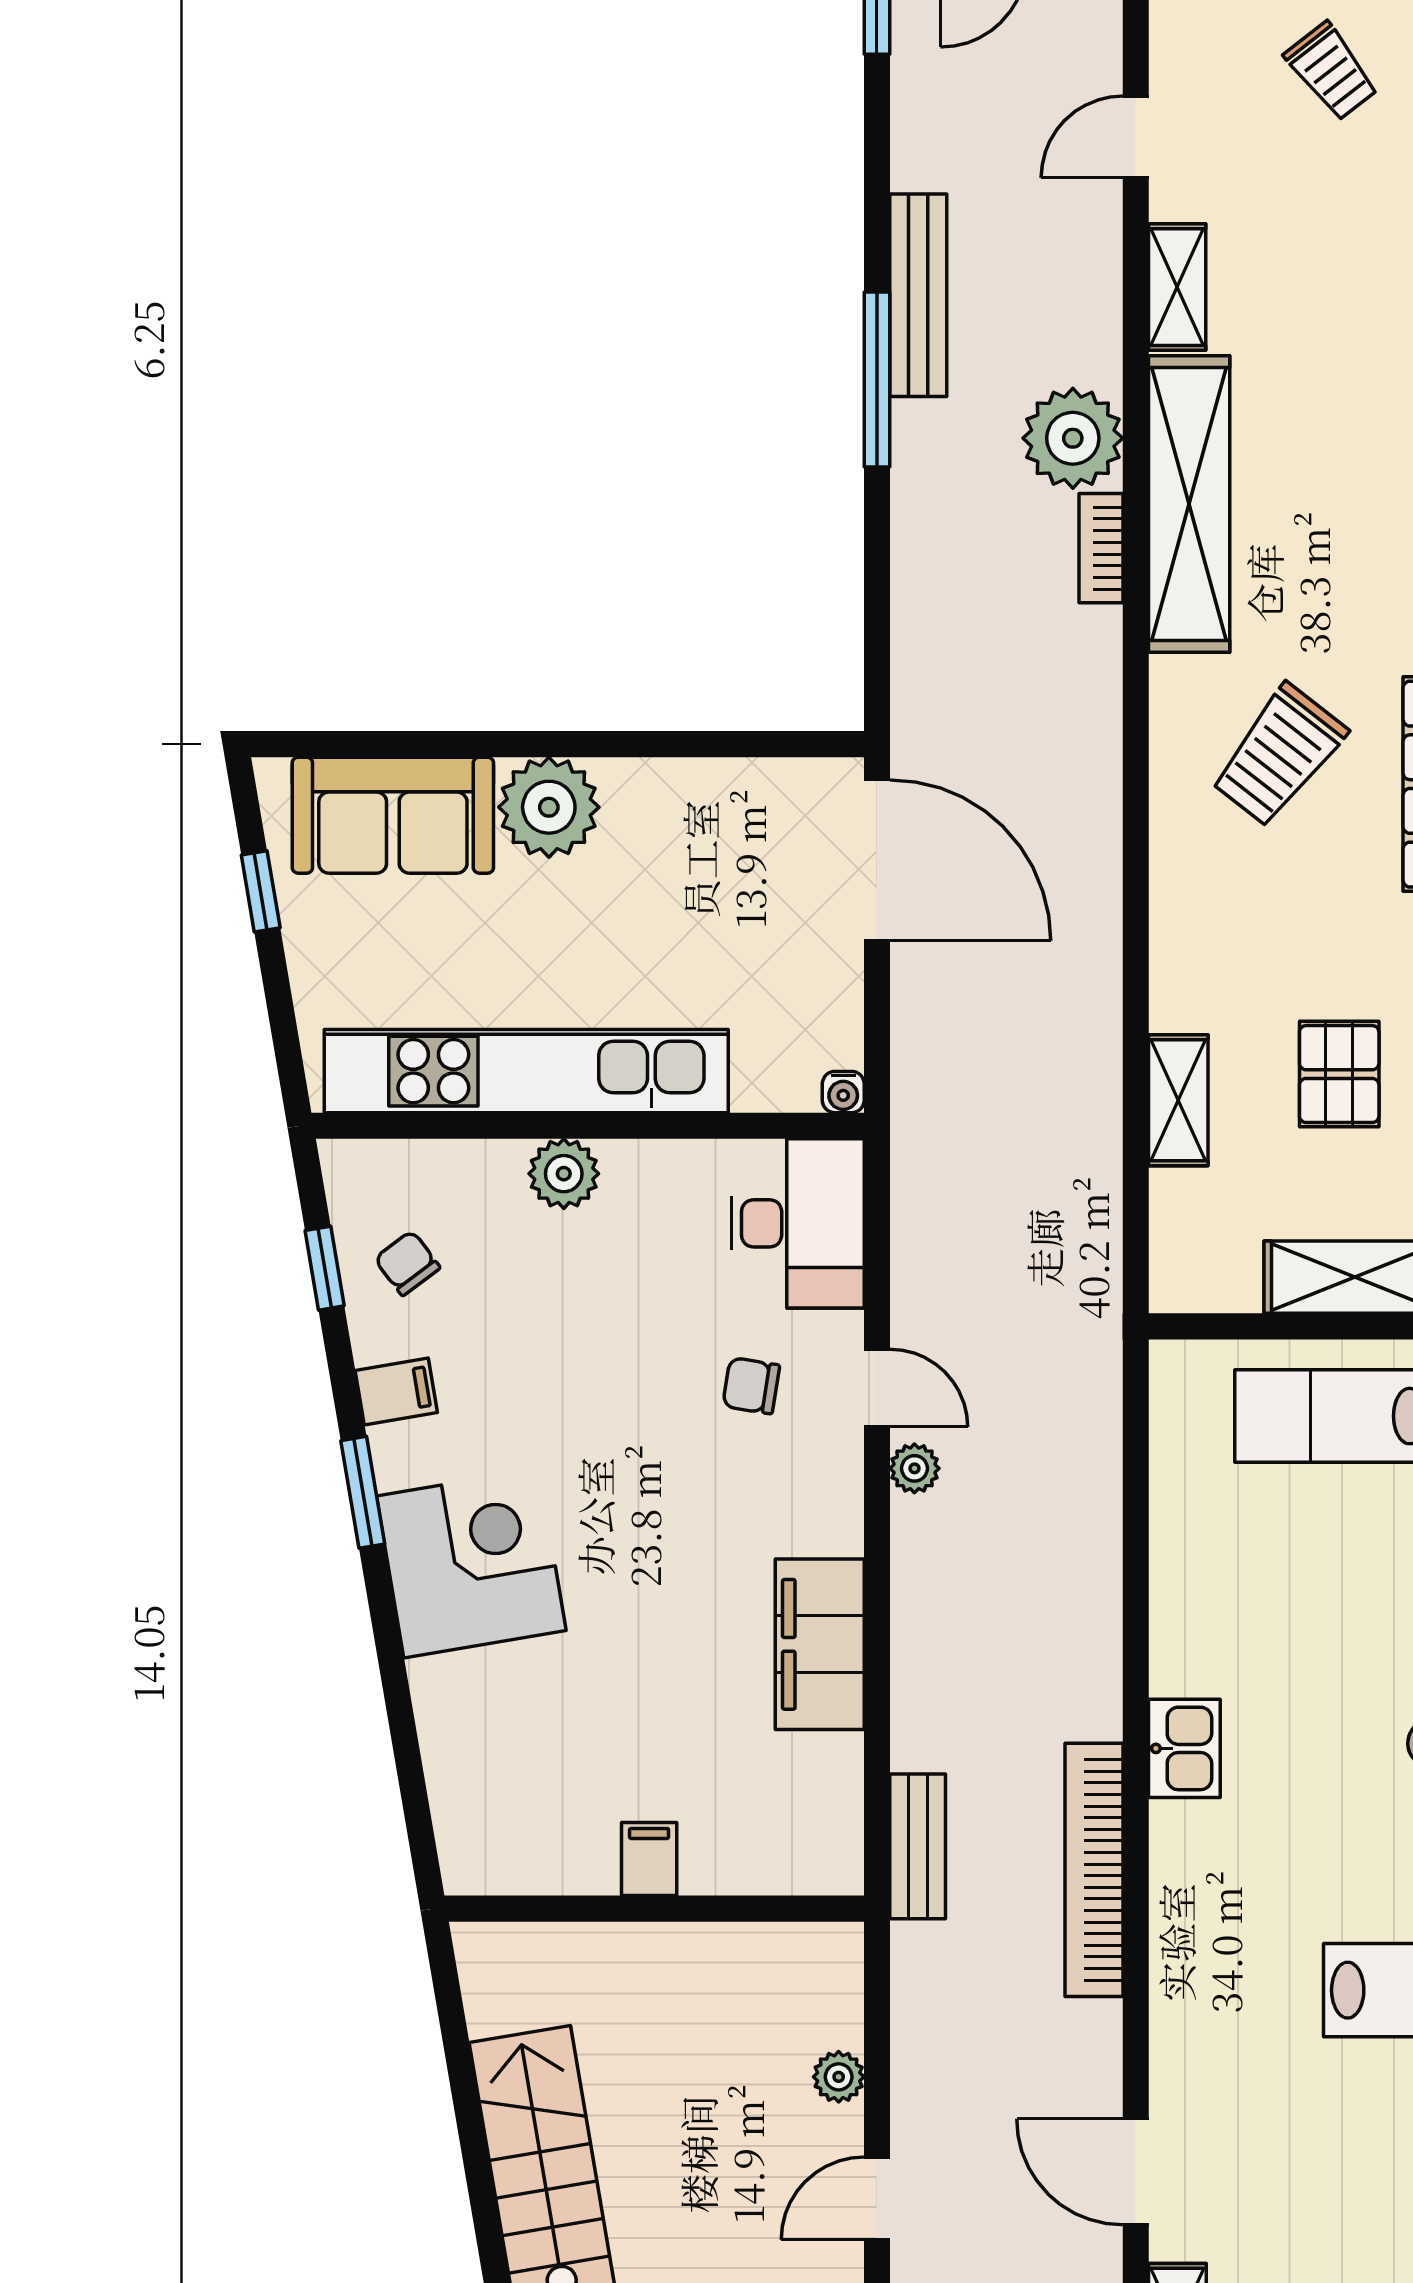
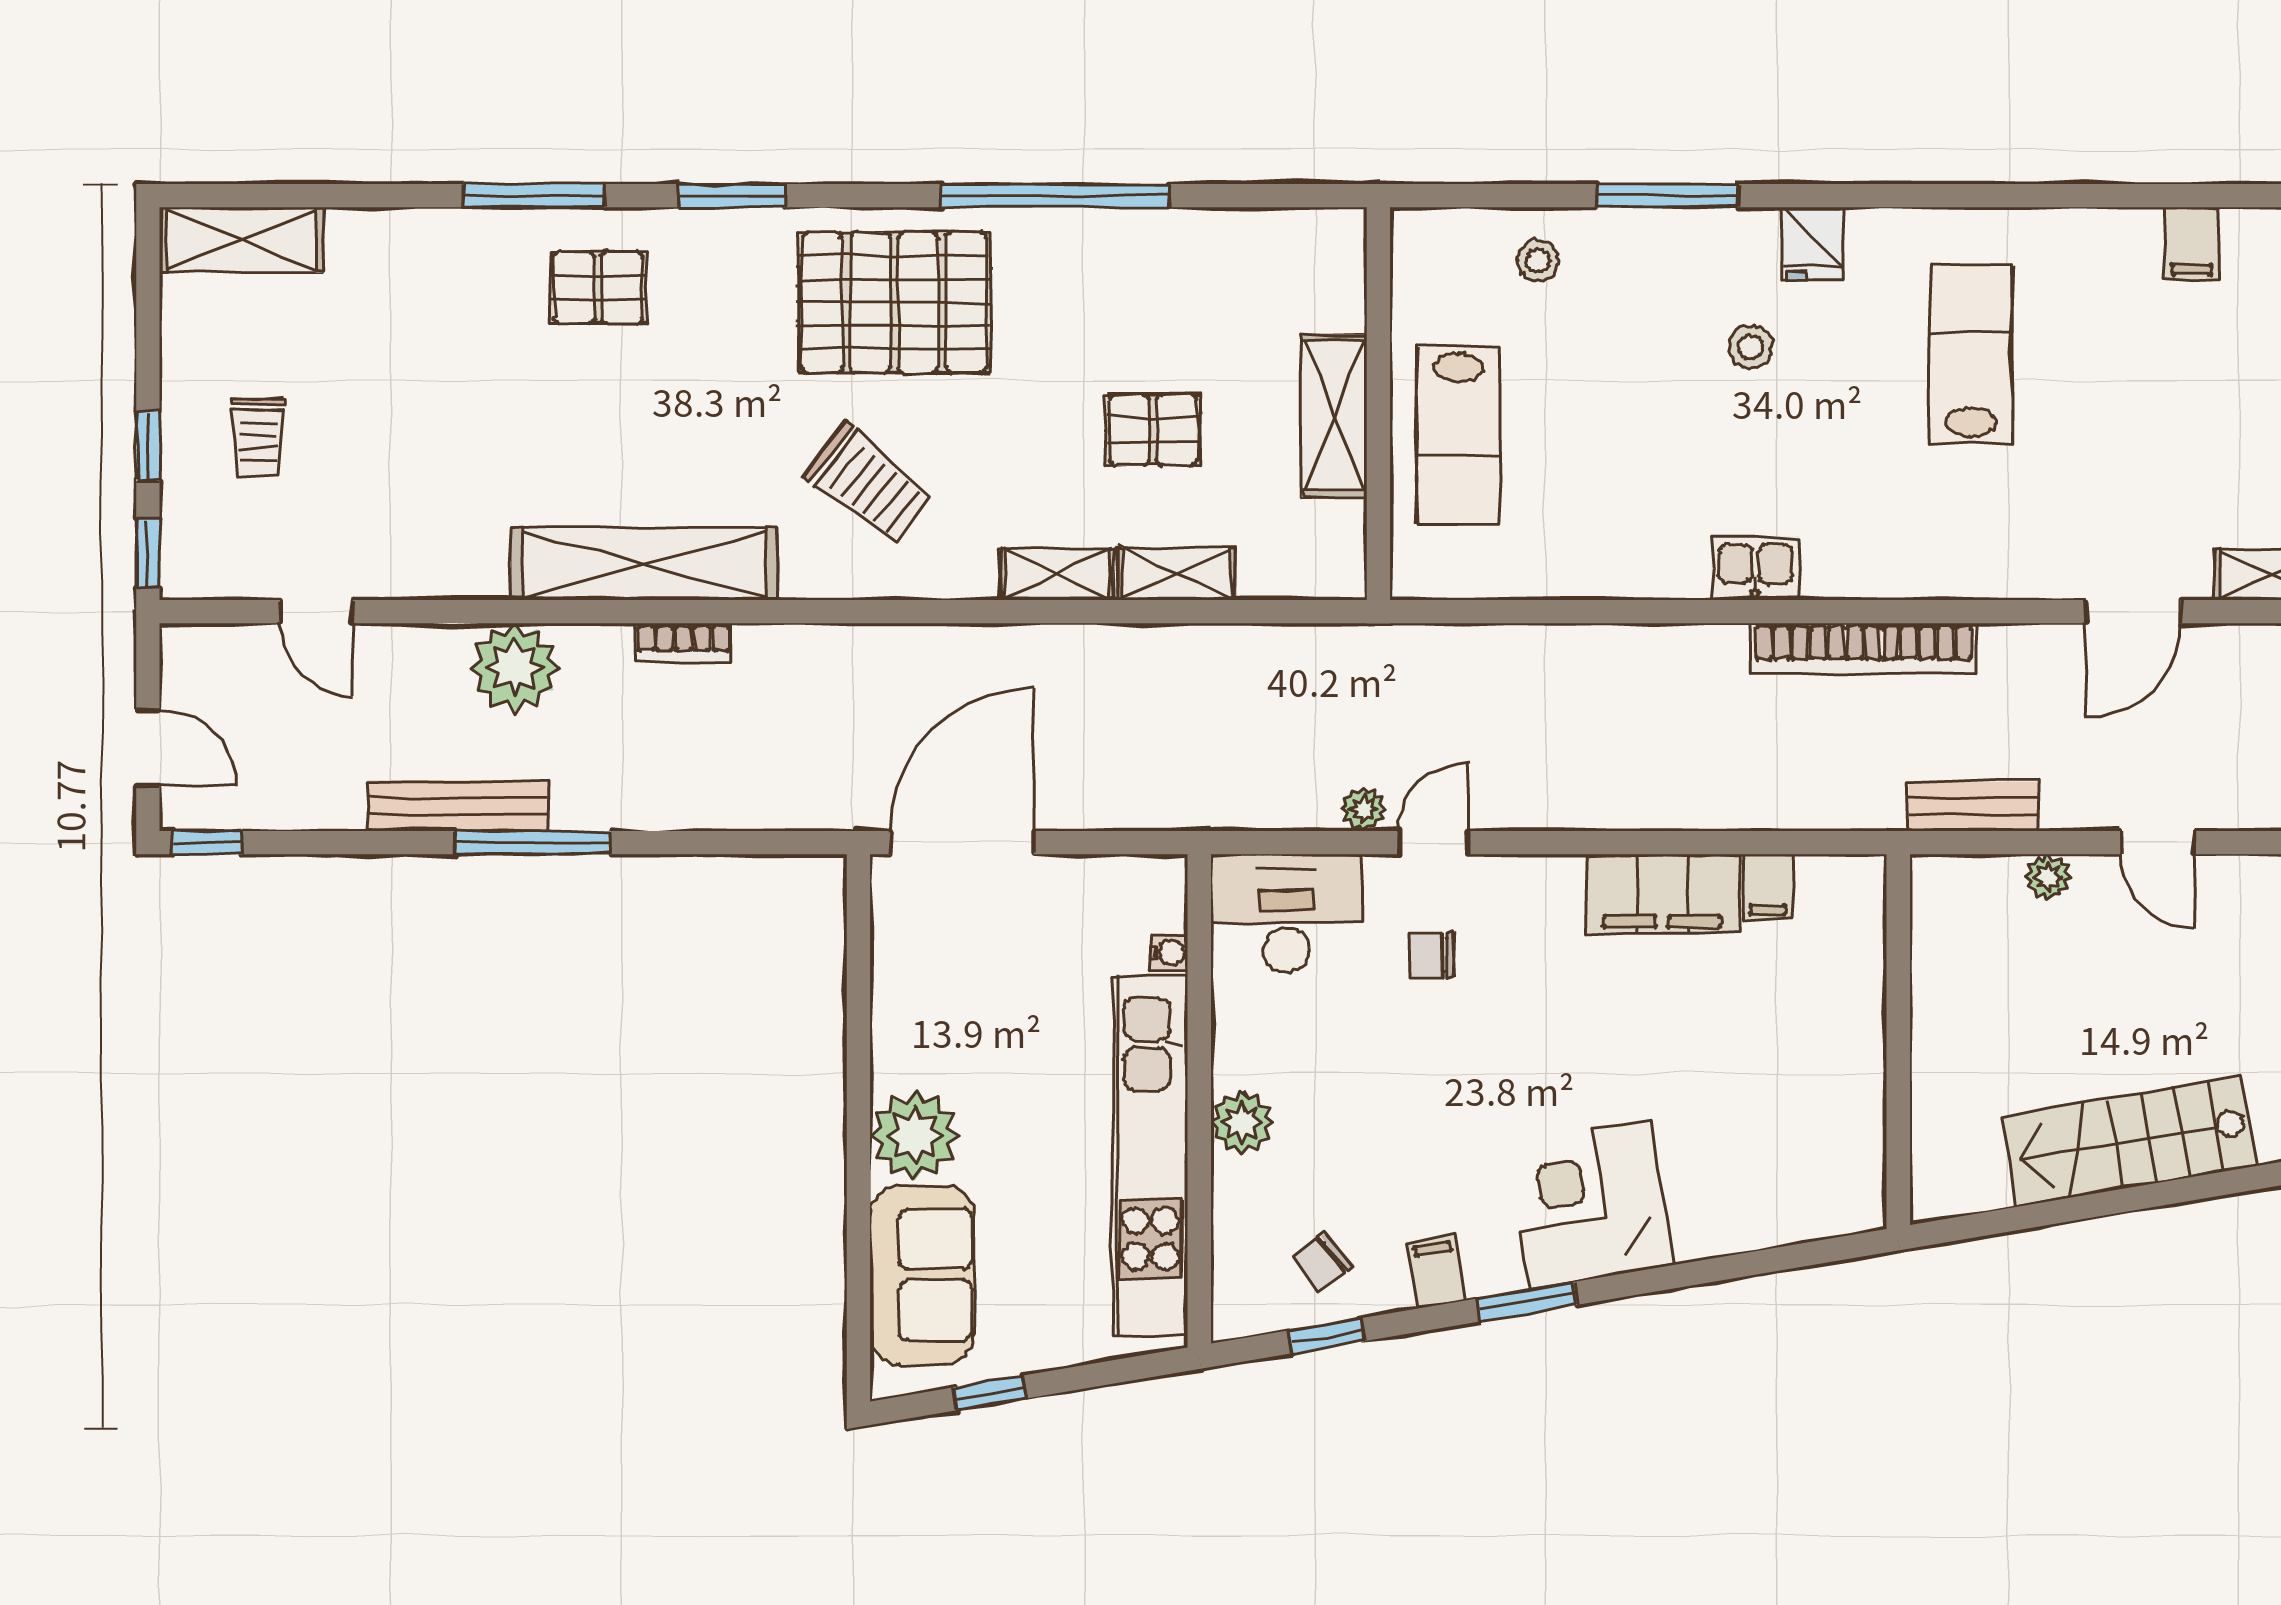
trolley: (1331, 71) -> (258, 437), turned 128
shelving: (1177, 287) -> (1057, 575), moved
plant: (1073, 438) -> (515, 668), moved
water cooler: (843, 1092) -> (1169, 952), moved
chair: (751, 1386) -> (1431, 955), turned 81
plant: (914, 1468) -> (1364, 809), moved
bench: (918, 1846) -> (1974, 806), moved
filing cabinet: (649, 1859) -> (1768, 887), moved, turned -90

